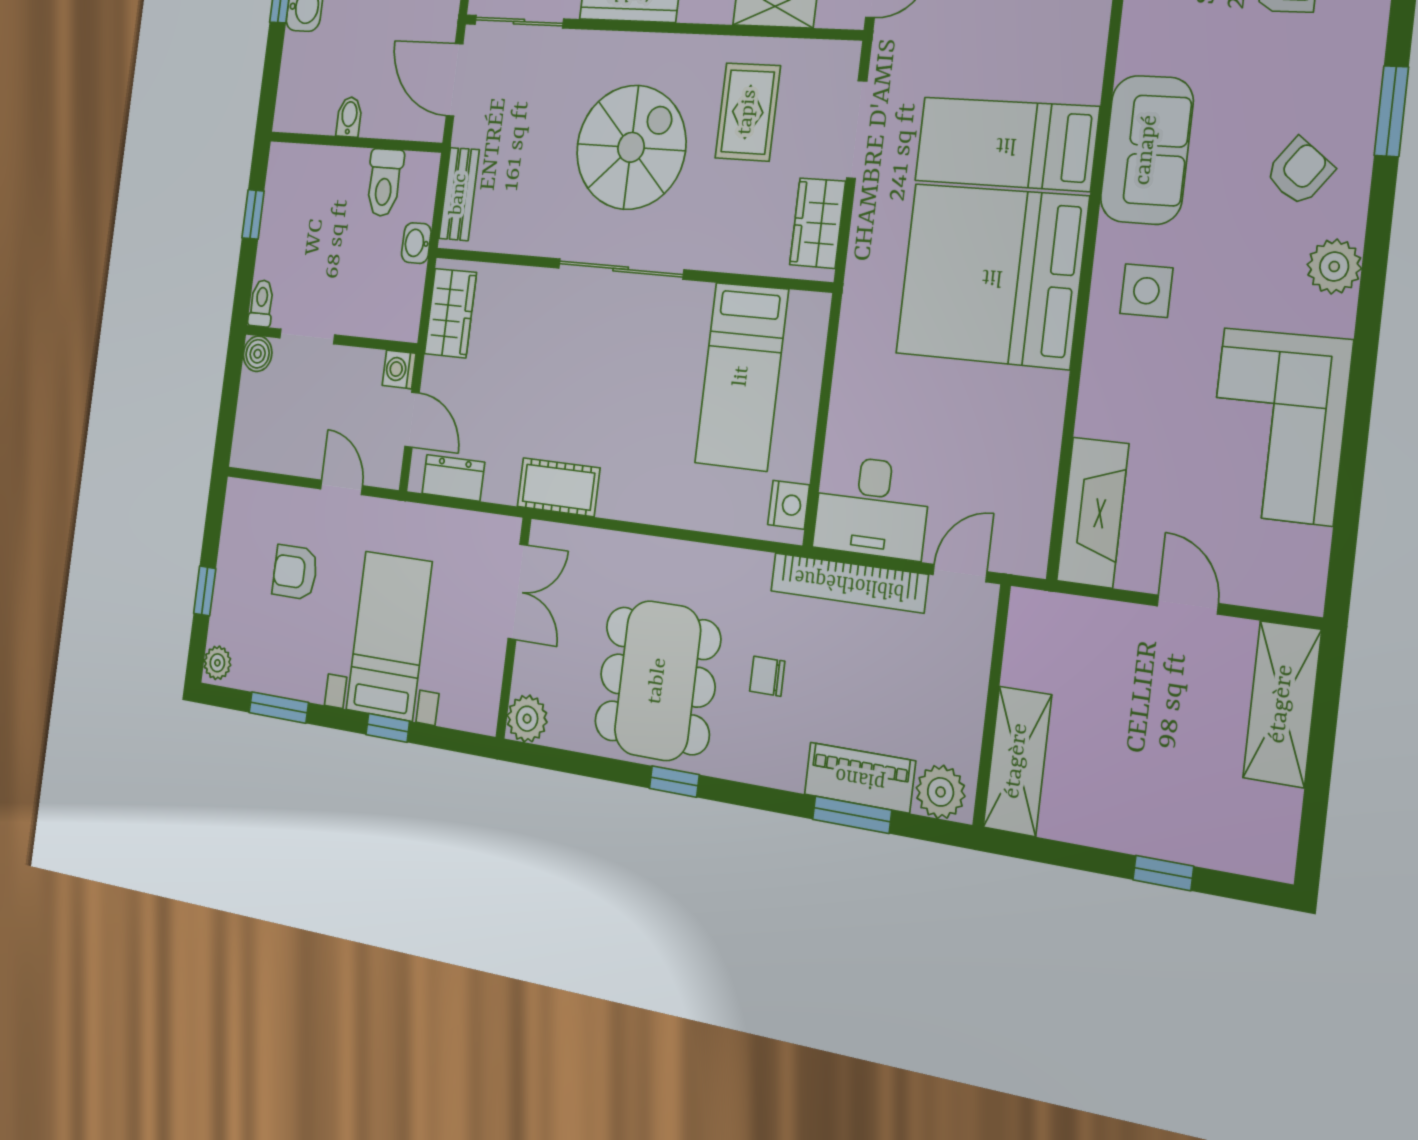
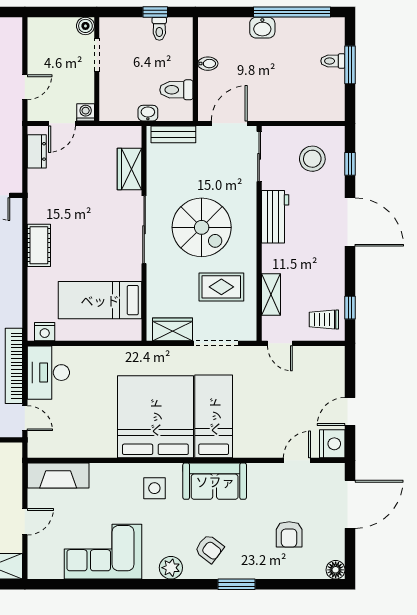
toilet: (261, 303) -> (159, 29), moved, turned 90
wardrobe: (450, 313) -> (129, 169), moved, turned 90
cot: (558, 487) -> (39, 245), moved

